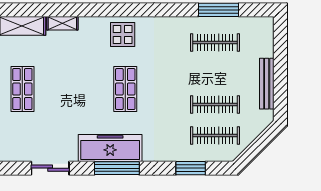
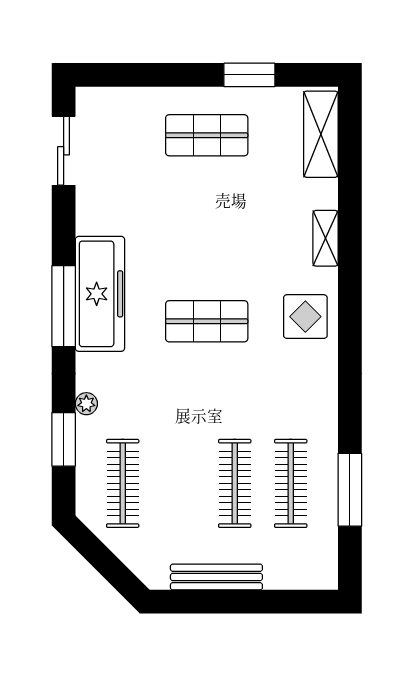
shelving: (62, 23) -> (326, 238), moved
clothes rail: (215, 105) -> (235, 483), moved
plant: (171, 156) -> (86, 404), added
sliding door: (50, 168) -> (64, 151), moved

